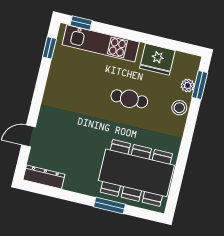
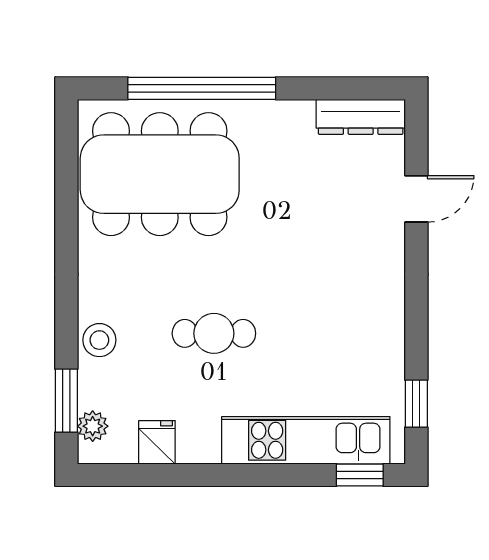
fridge: (157, 59) -> (157, 442), width x0.53, depth x0.75
plant: (188, 86) -> (93, 426), moved
window: (109, 205) -> (202, 88), width x2.11

